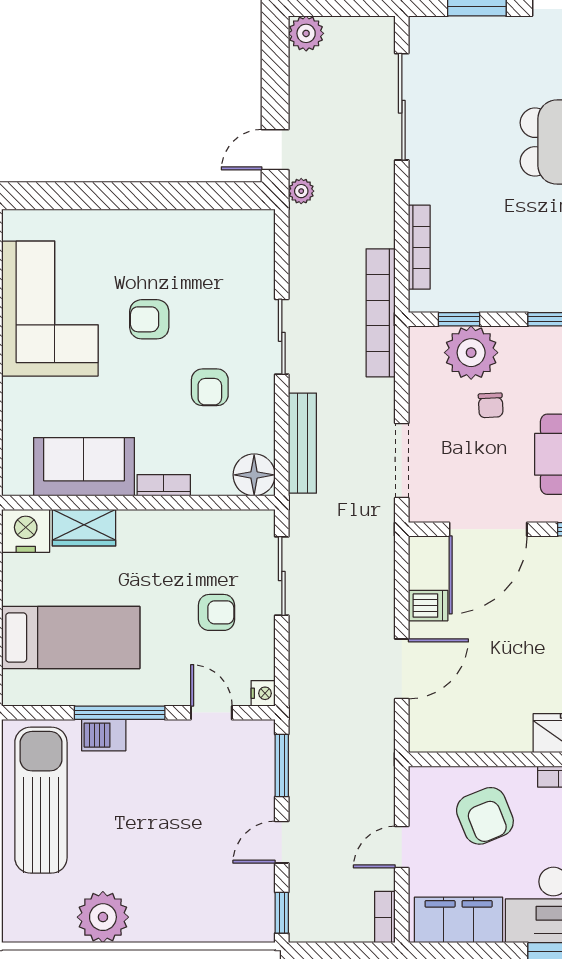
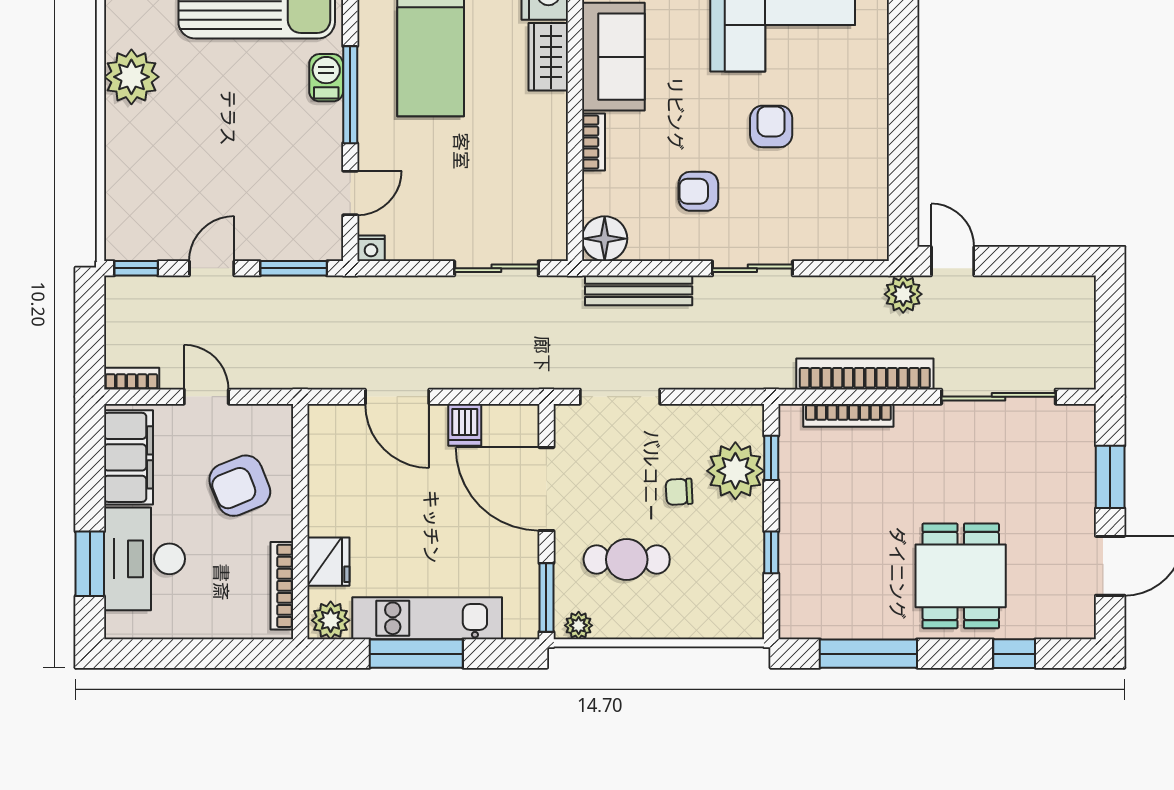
plant: (306, 33) -> (1077, 294), removed
plant: (301, 191) -> (903, 294), width x1.38, depth x1.38
bookcase: (381, 313) -> (865, 374), moved
armchair: (216, 612) -> (457, 198), removed
door: (282, 842) -> (212, 268), hinge flipped

